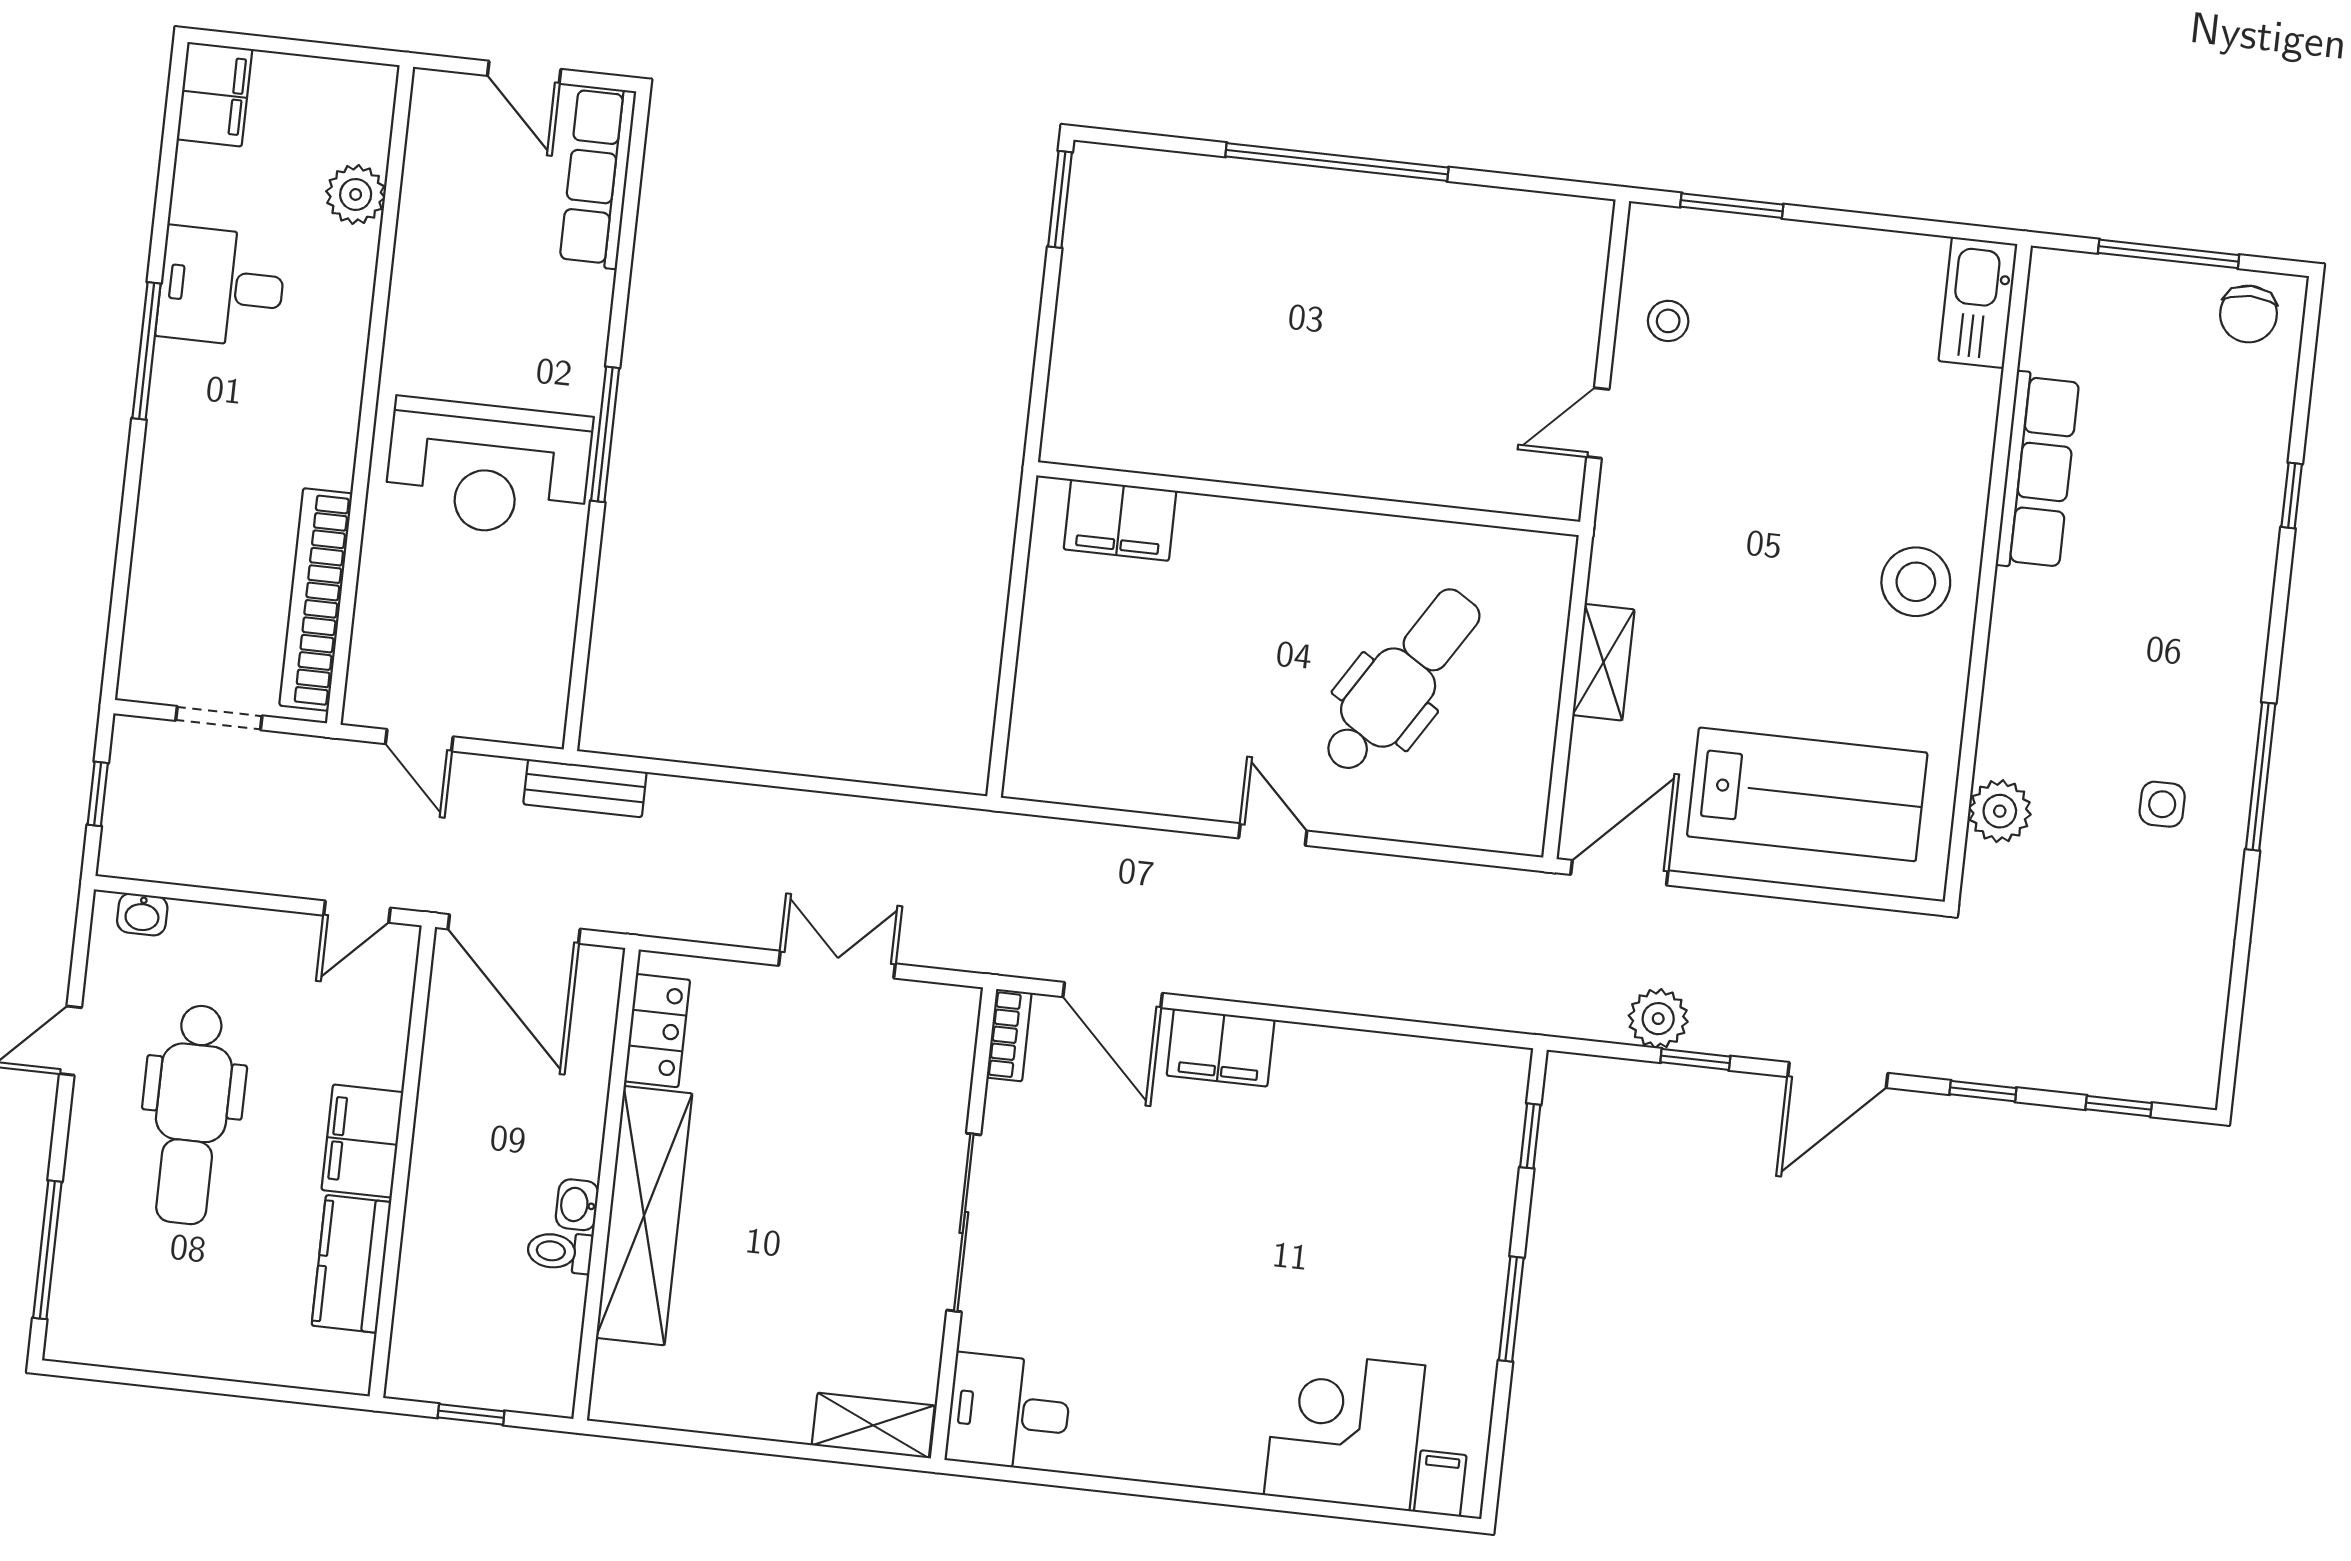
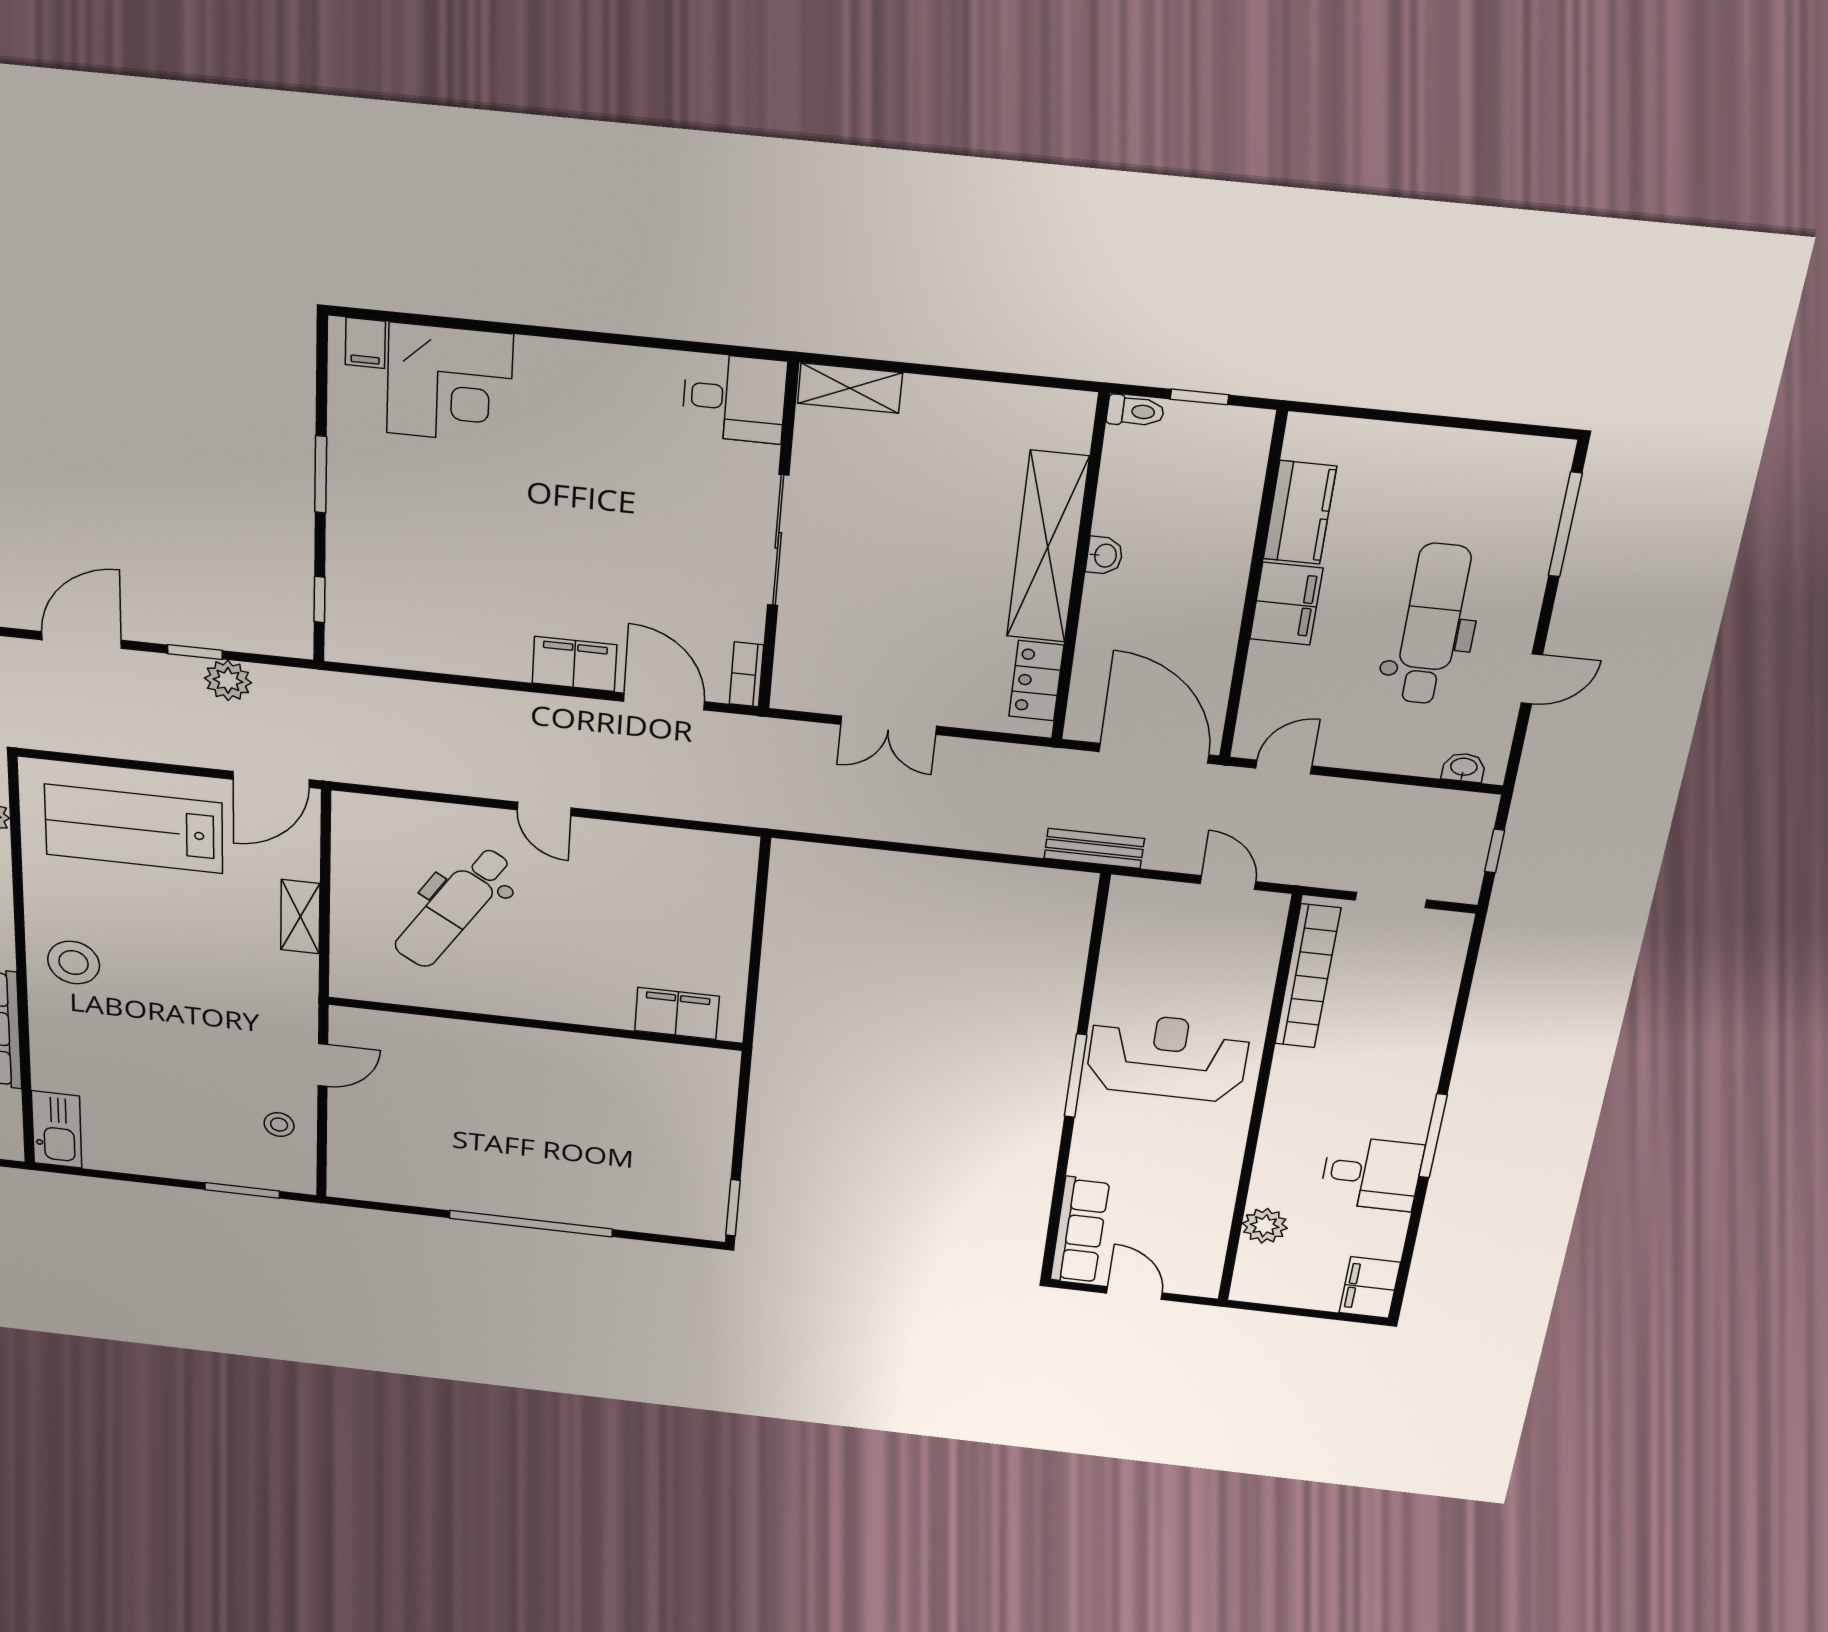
toilet: (560, 1252) -> (1135, 411), moved

